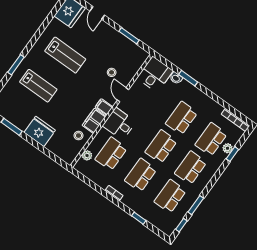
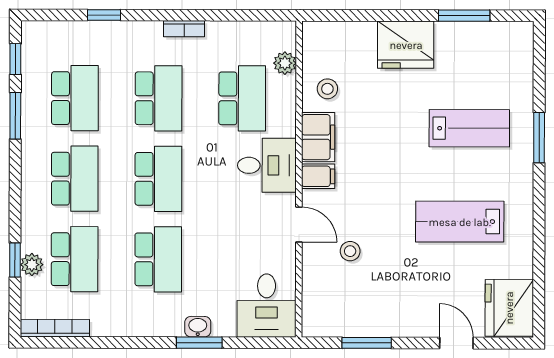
washbasin: (176, 78) -> (198, 327), moved
lab bench: (38, 86) -> (469, 128), turned 180

